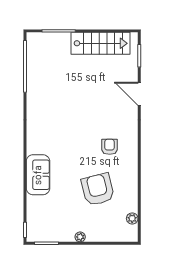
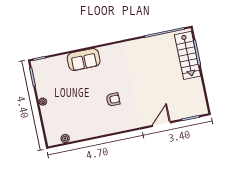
stairs: (100, 43) -> (188, 55), moved
armchair: (110, 147) -> (113, 99), moved
armchair: (98, 189) -> (82, 108), removed

